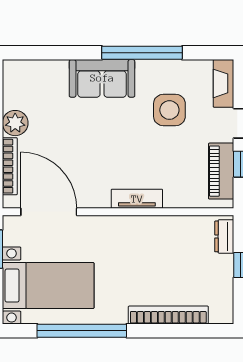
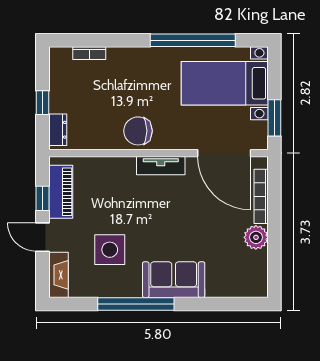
tv unit: (137, 199) -> (161, 166), moved
chair: (140, 235) -> (138, 131), added
bookcase: (168, 315) -> (89, 53), width x0.43, depth x0.76

